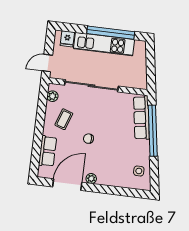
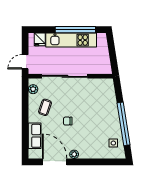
row of seats: (141, 118) -> (110, 98), removed
window: (153, 131) -> (123, 124), moved
door: (67, 185) -> (55, 162), hinge flipped

